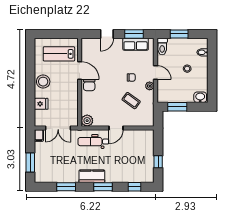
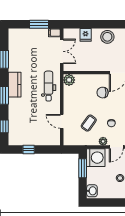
chair: (89, 85) -> (103, 93), moved
washing machine: (166, 93) -> (96, 158), added
double door: (58, 128) -> (62, 51), swing flipped
door: (116, 128) -> (62, 121), moved
window: (30, 163) -> (39, 24), moved

